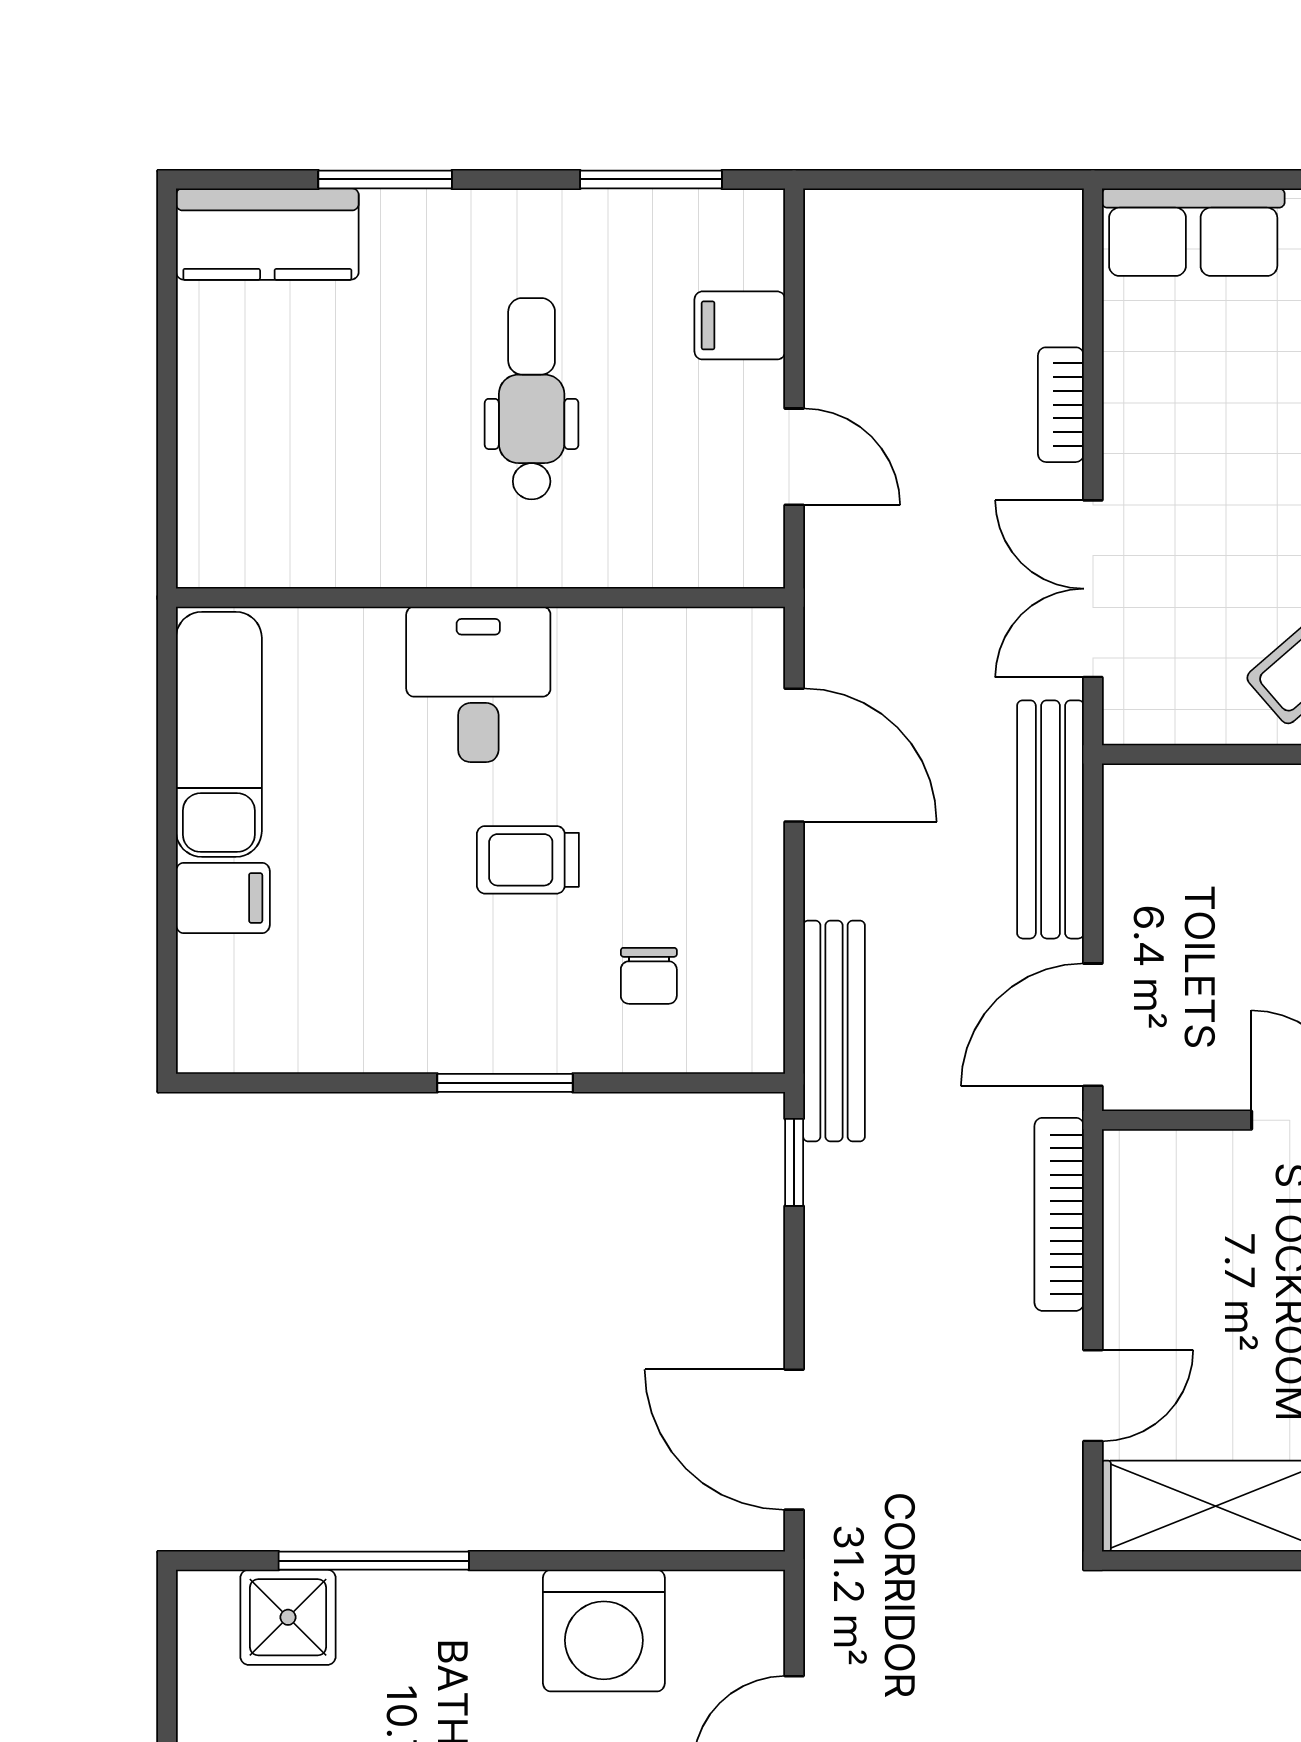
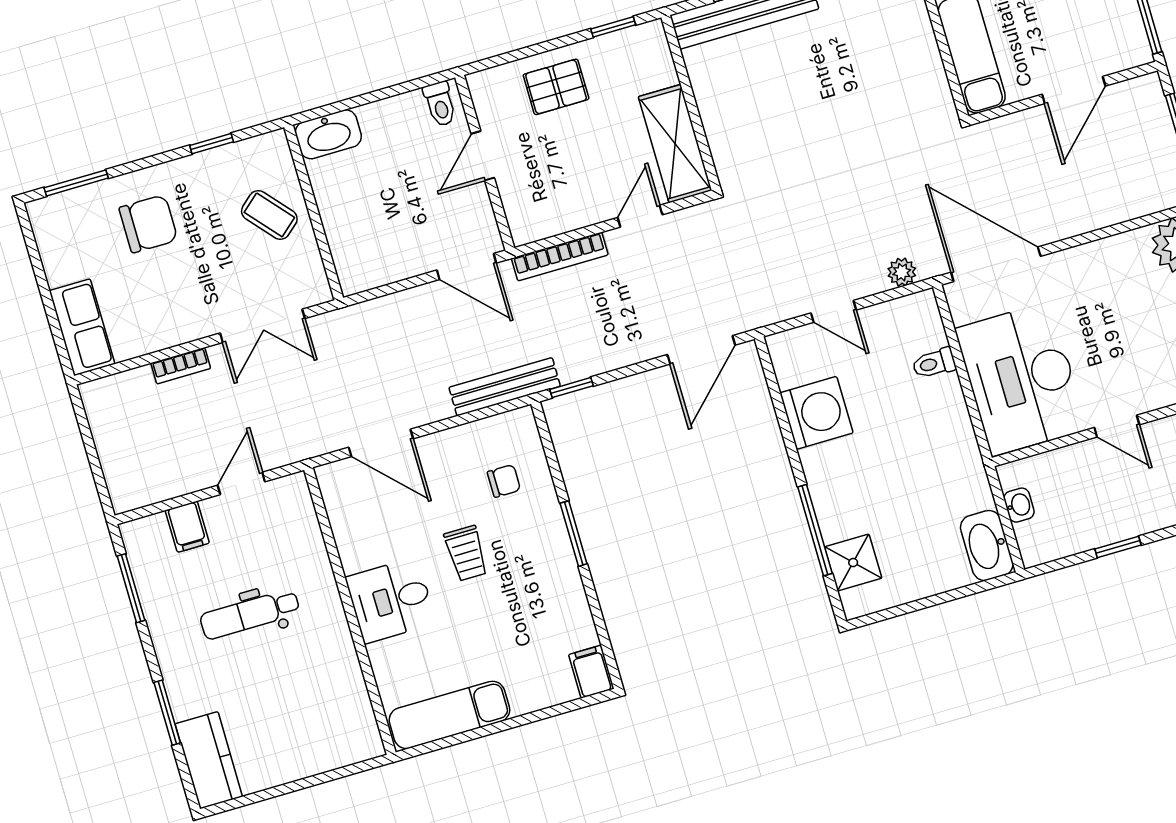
door: (794, 755) -> (381, 443), swing flipped
bench: (1050, 819) -> (376, 314), removed
filing cabinet: (223, 898) -> (591, 672), moved
door: (1093, 1396) -> (640, 216), hinge flipped

